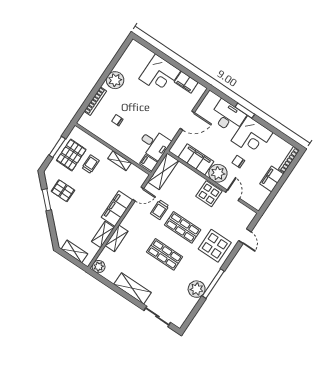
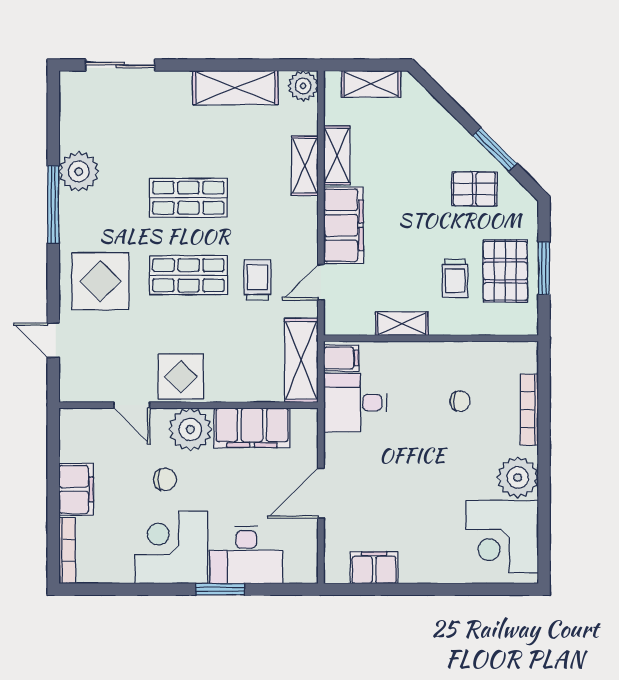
corner desk: (160, 75) -> (502, 537), moved, turned -90
shelving: (133, 288) -> (235, 88), moved

